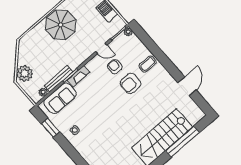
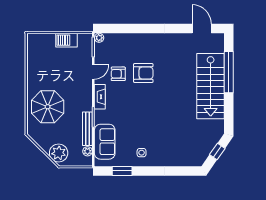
parasol: (61, 25) -> (48, 107), moved
coffee table: (148, 64) -> (140, 45), removed
fireplace: (78, 76) -> (100, 97), moved
armchair: (130, 83) -> (143, 73), turned -90
door: (187, 86) -> (202, 29), moved

